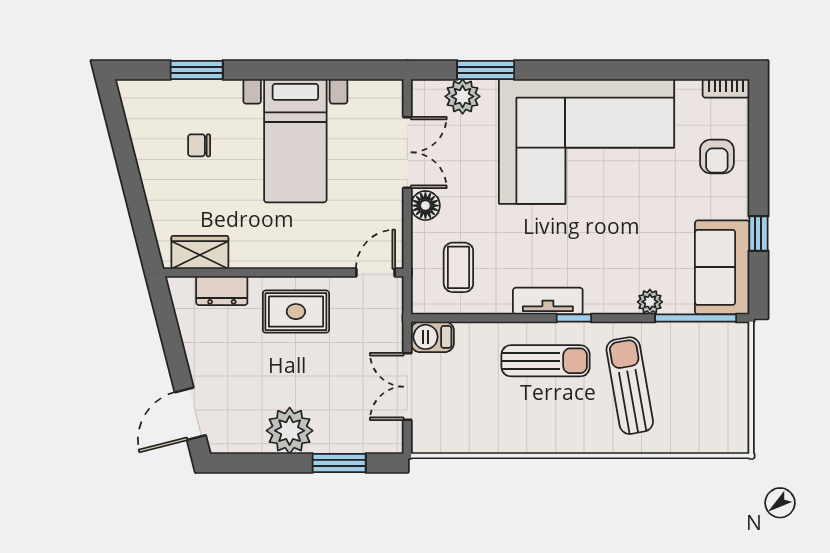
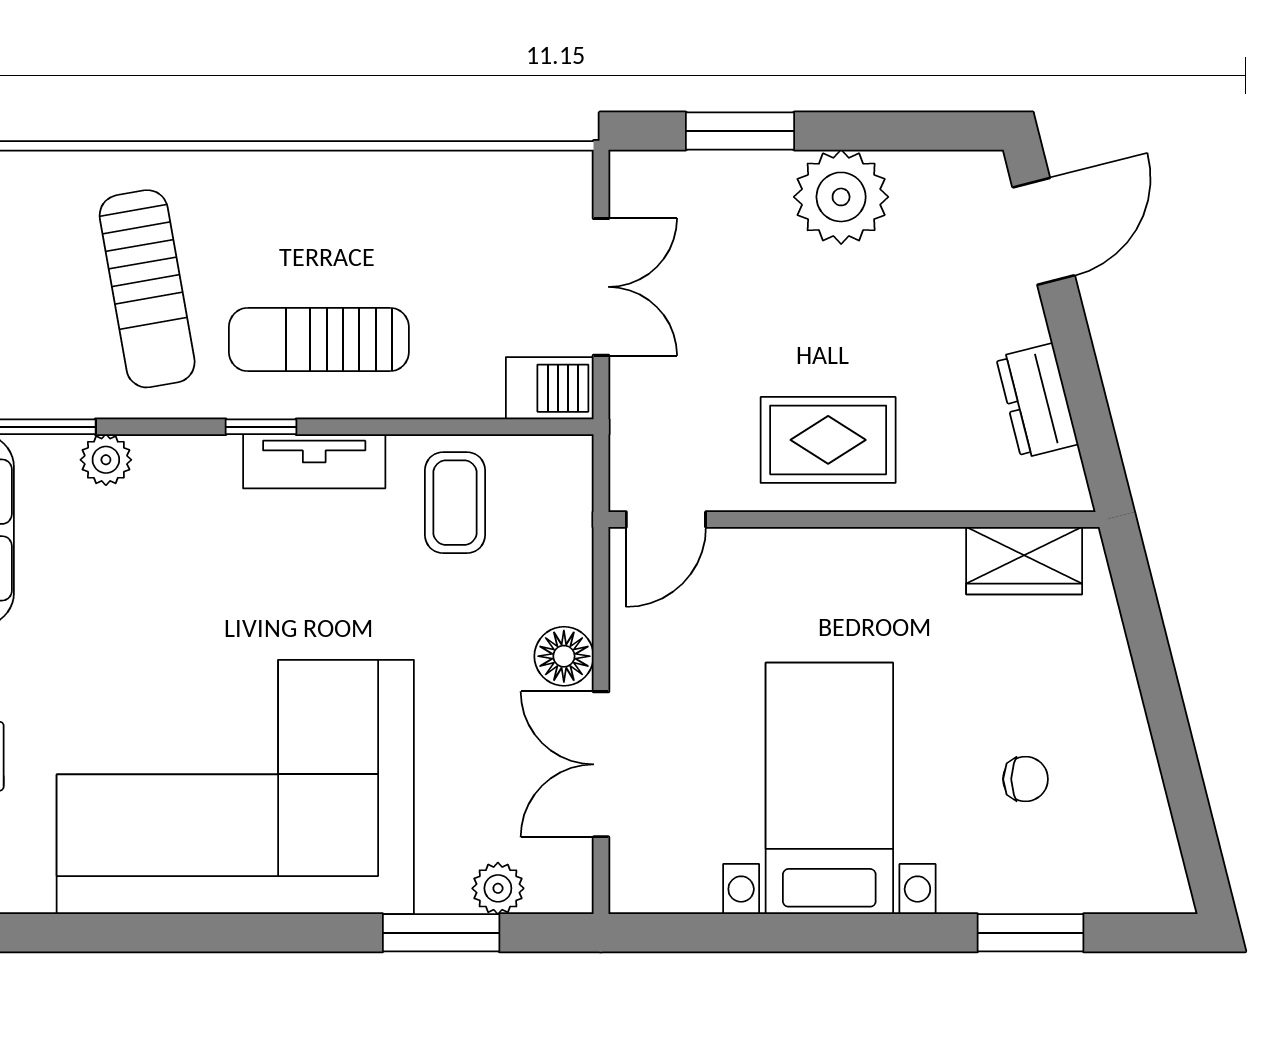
plant: (463, 96) -> (498, 888), width x0.73, depth x0.73
coffee table: (458, 267) -> (455, 503), moved
dresser: (222, 291) -> (1037, 401), moved, turned -104

